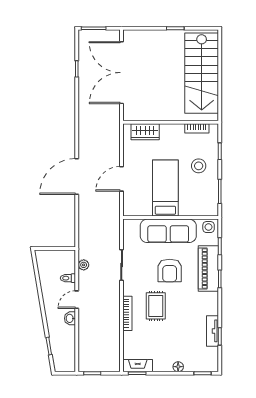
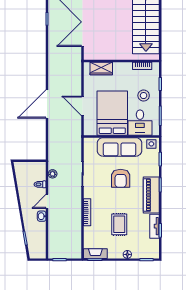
door: (122, 179) -> (83, 106), hinge flipped
bed: (165, 188) -> (112, 113), width x1.50
desk: (194, 200) -> (140, 123), added
piano: (208, 268) -> (151, 195), moved
rug: (156, 306) -> (119, 224), moved

